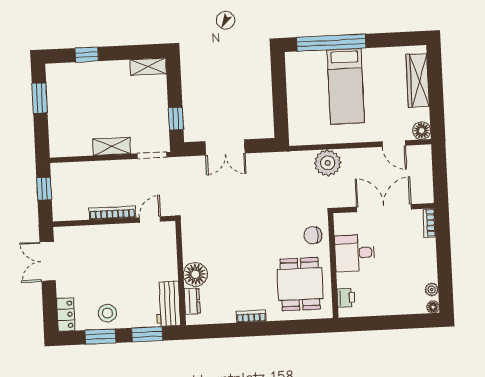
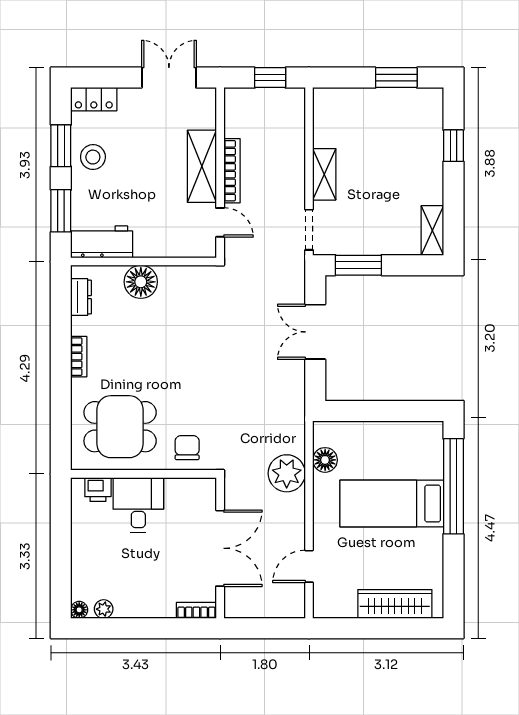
window: (176, 119) -> (358, 265), width x1.50
floor lamp: (422, 131) -> (325, 460), moved
shelving: (110, 234) -> (202, 166), added
desk: (355, 253) -> (138, 505), moved
dresser: (192, 301) -> (81, 297), moved, turned -90

